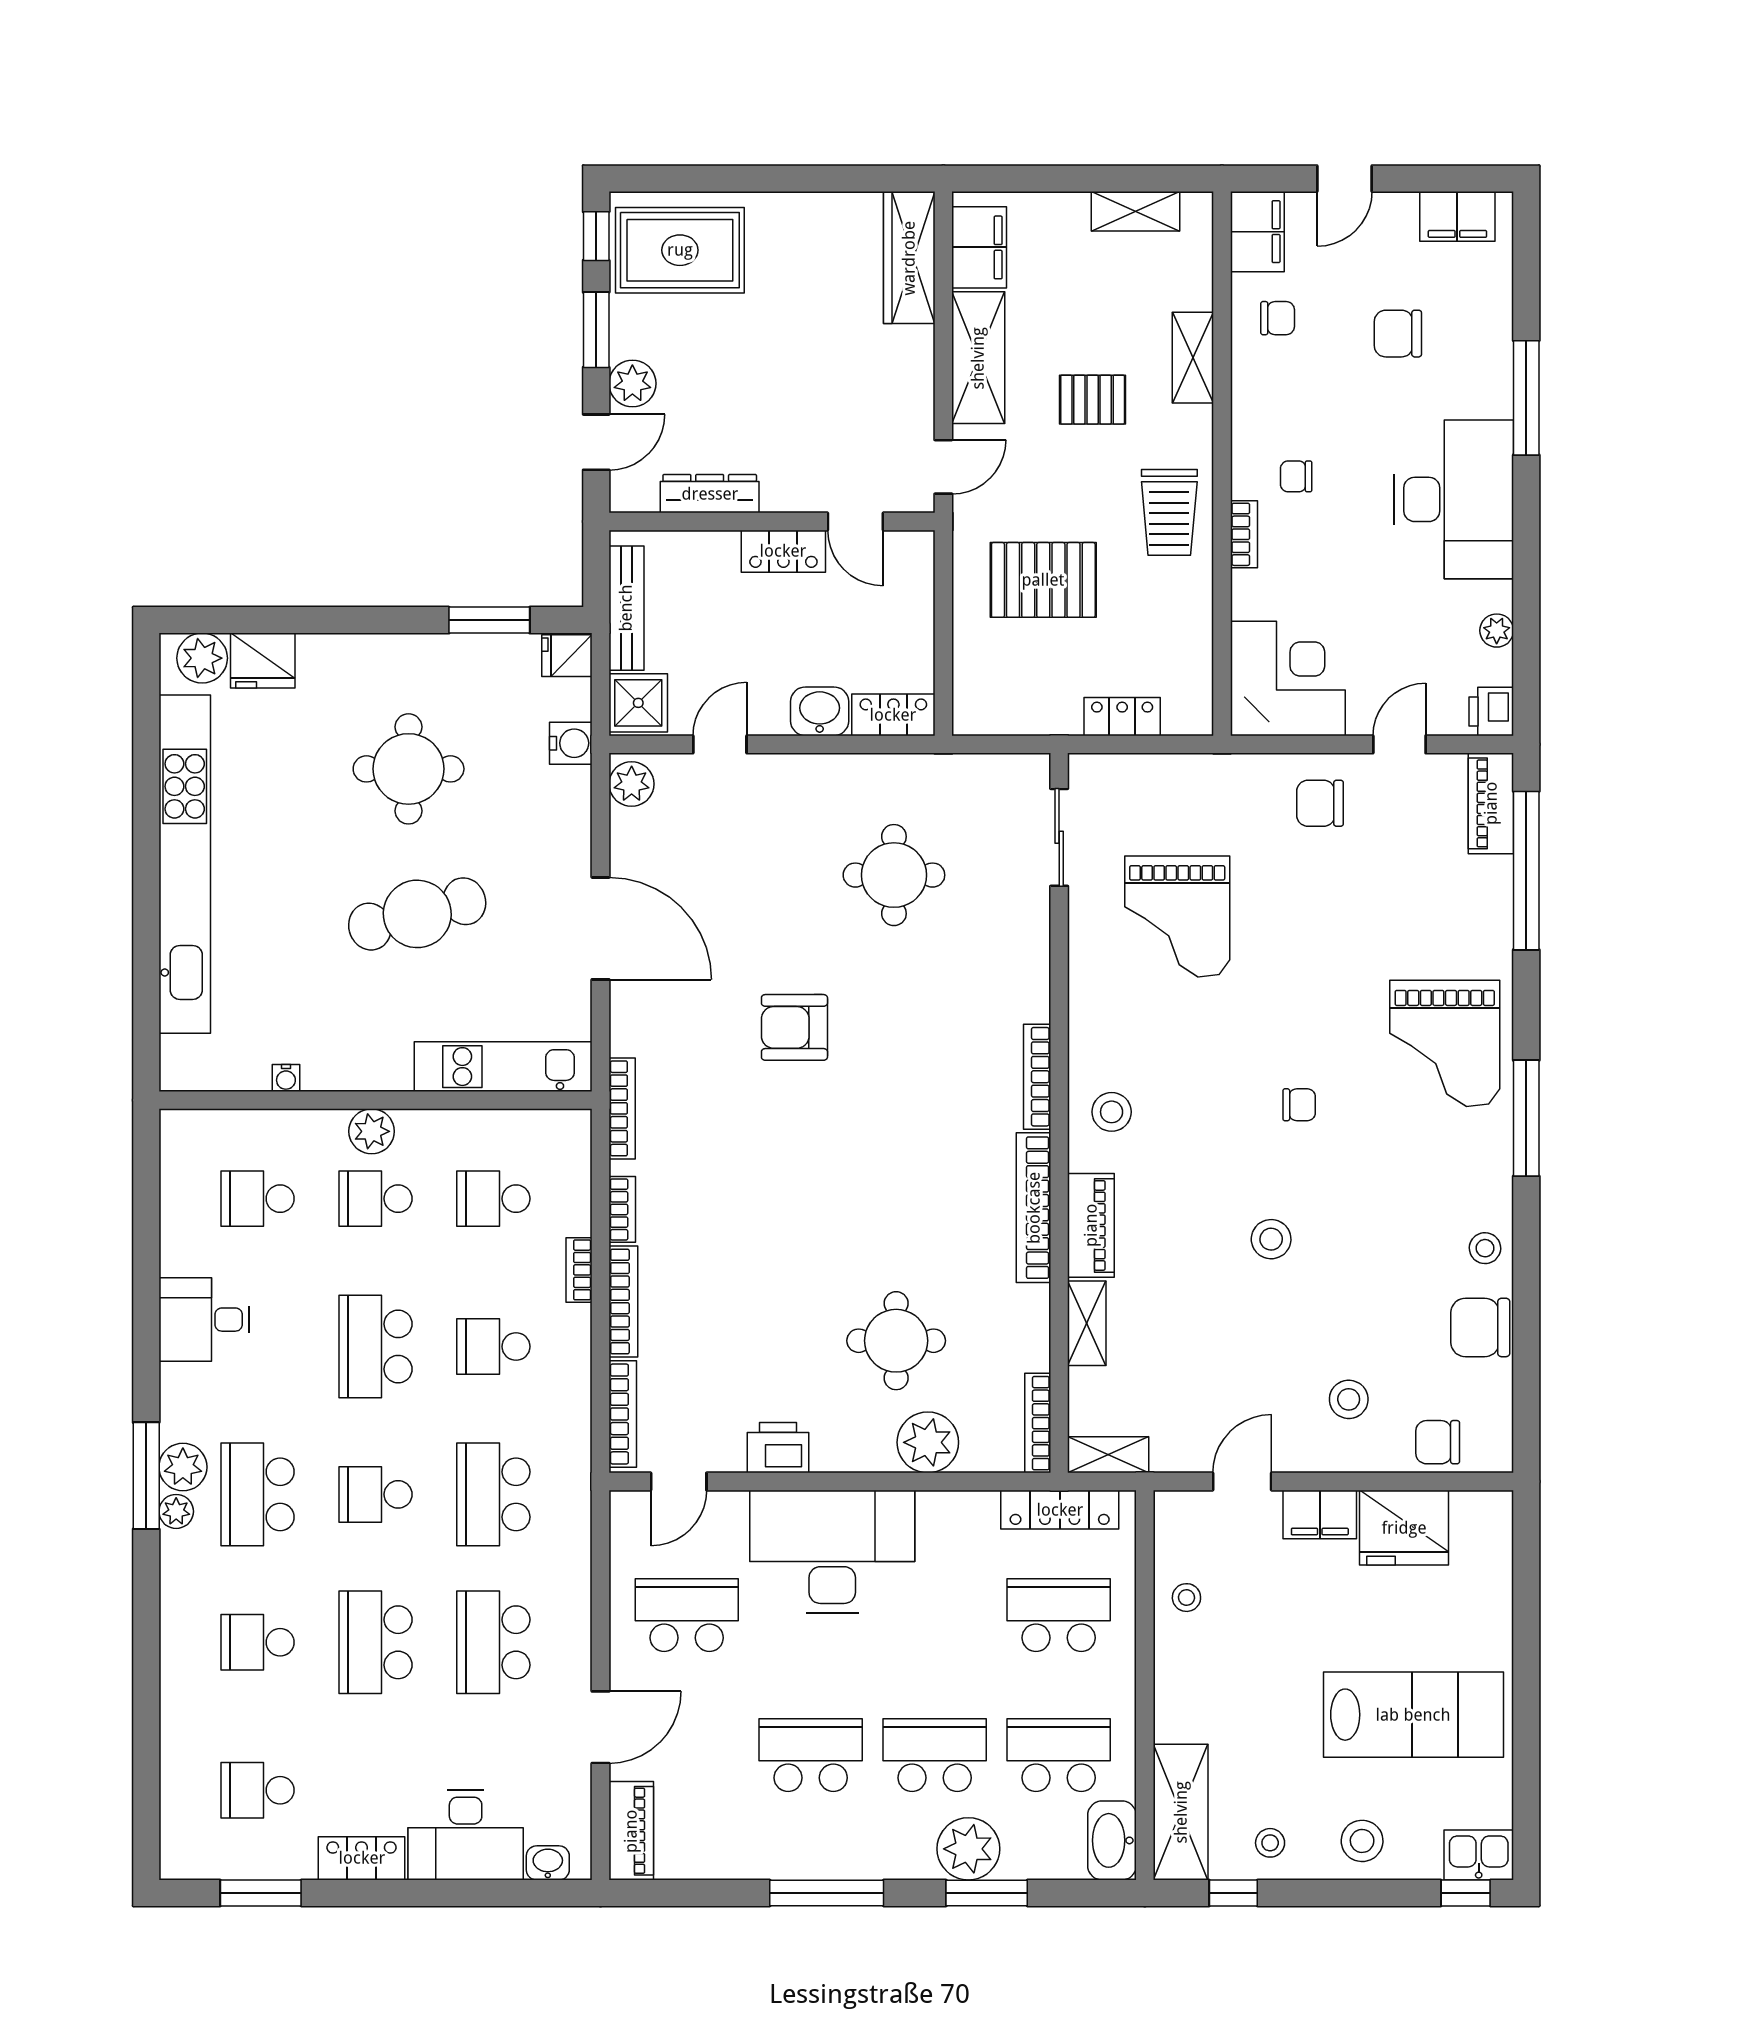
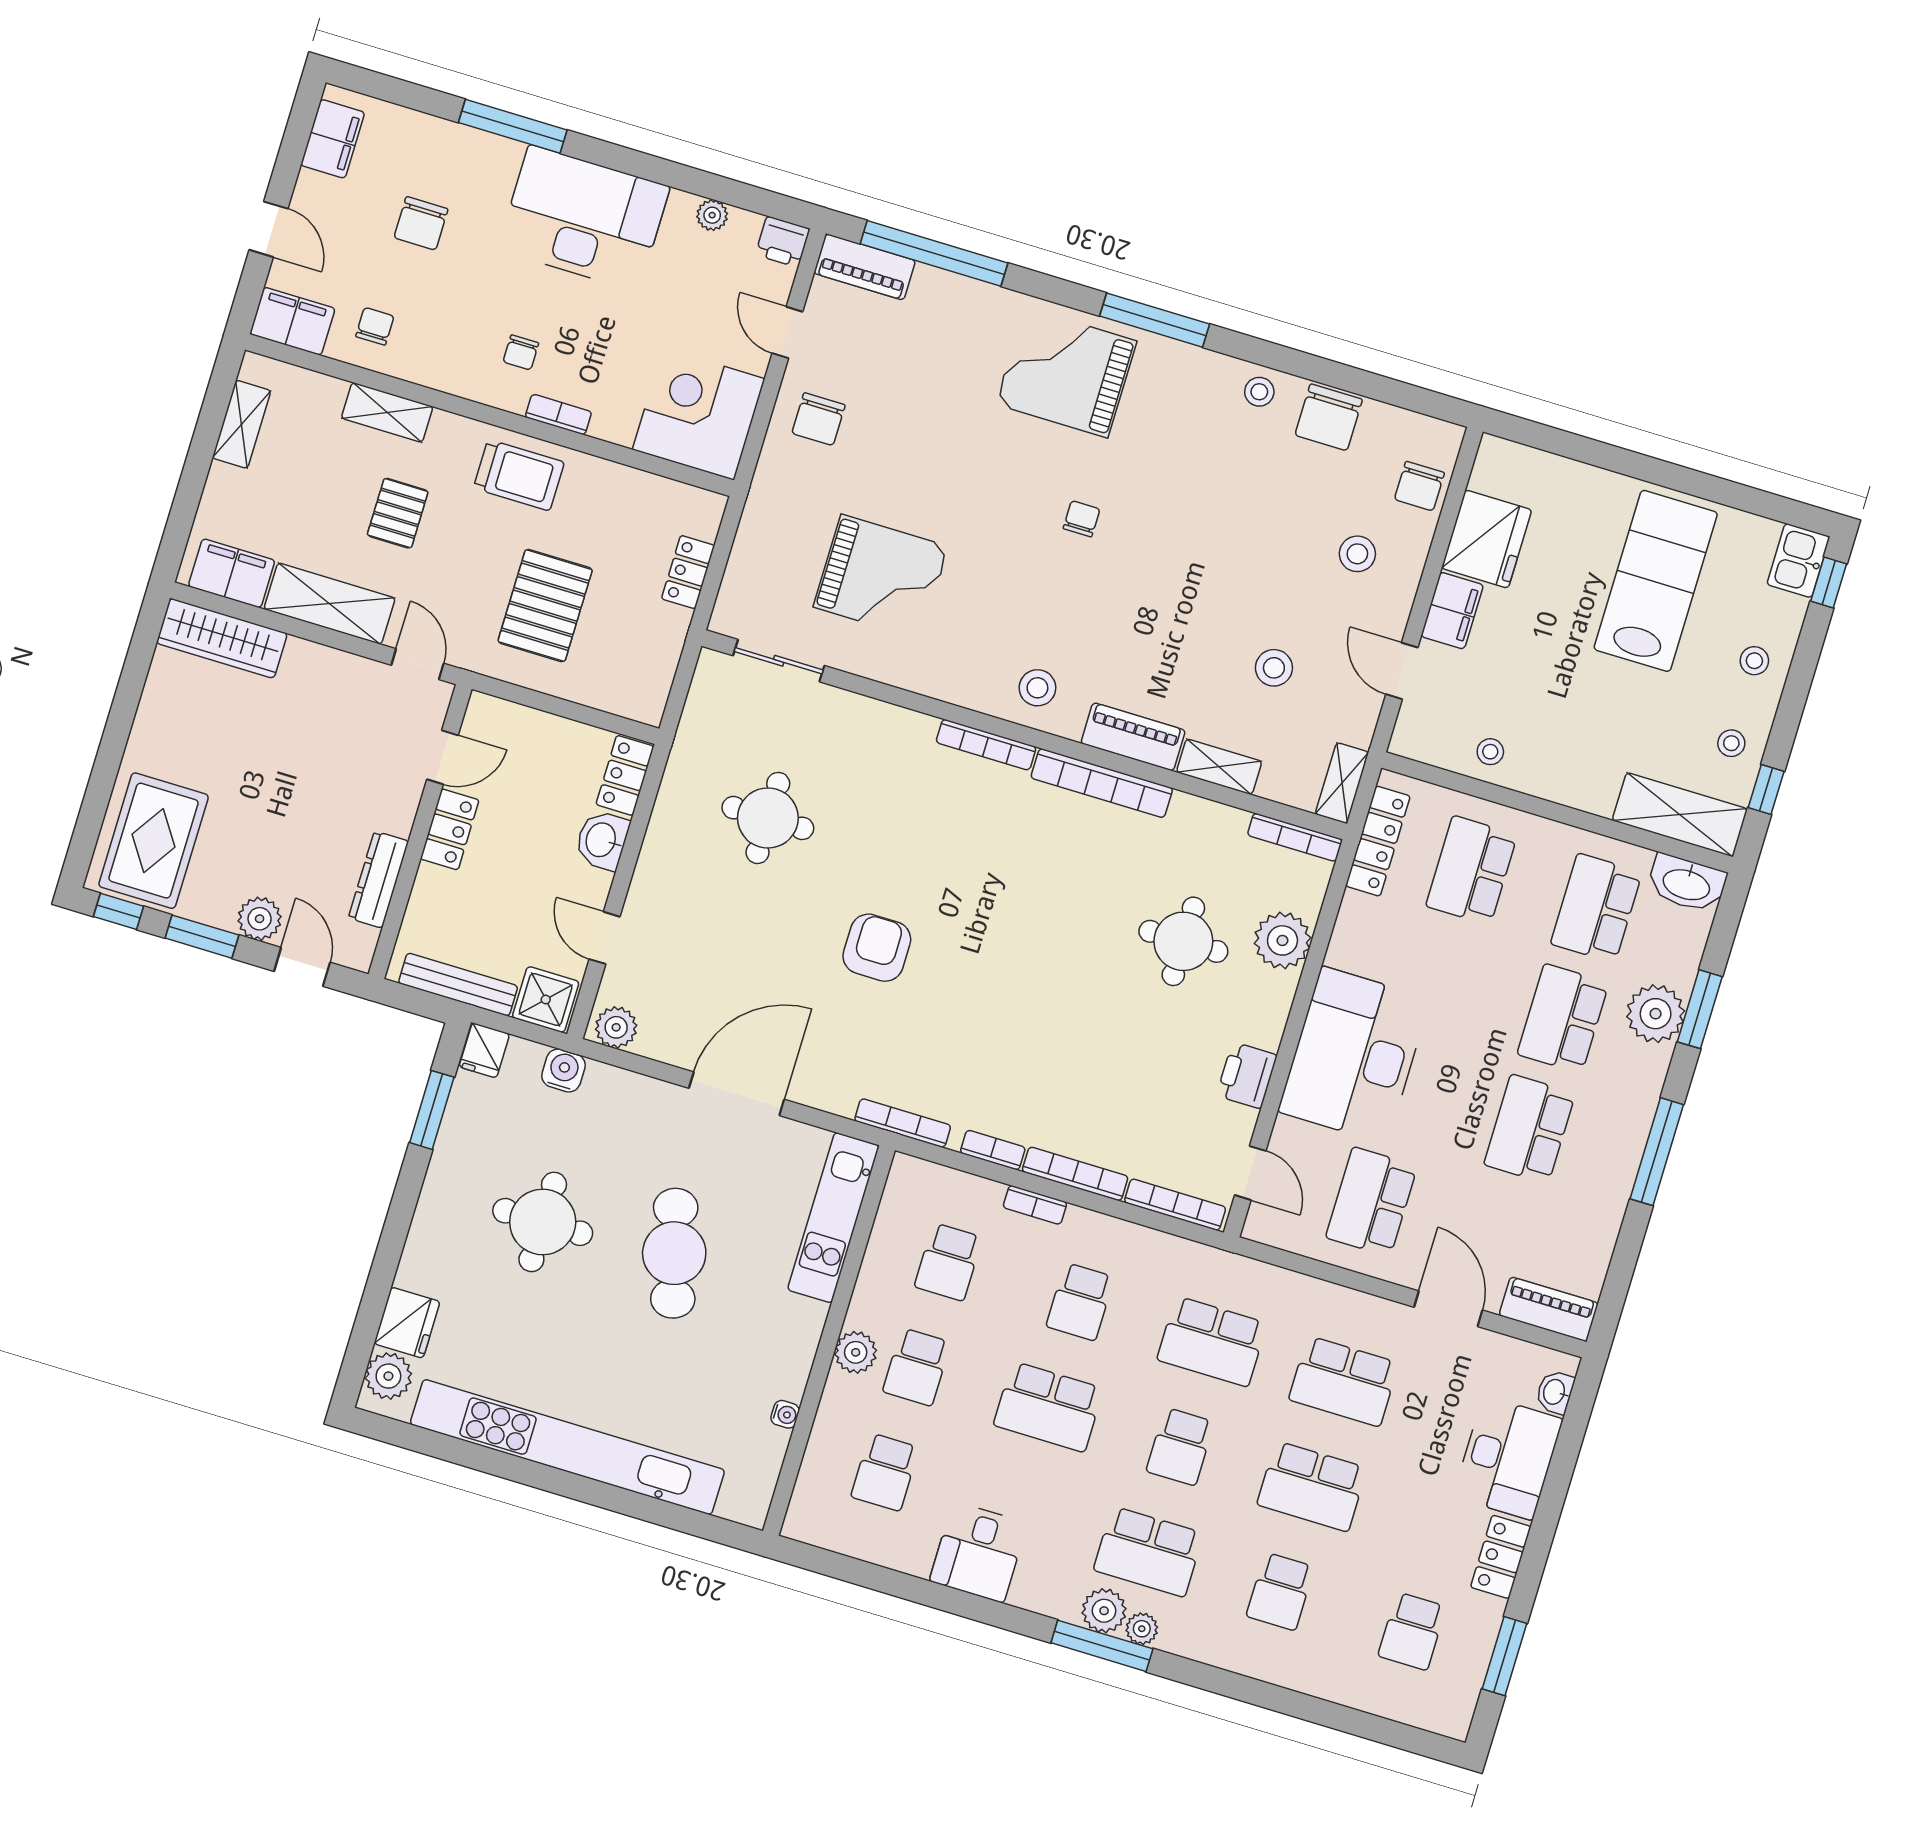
armchair: (794, 1027) -> (877, 948), turned 180
grand piano: (1445, 1043) -> (1066, 373), turned 180
stool: (1271, 1239) -> (1274, 668), moved
stool: (1362, 1841) -> (1754, 661), width x0.73, depth x0.73

